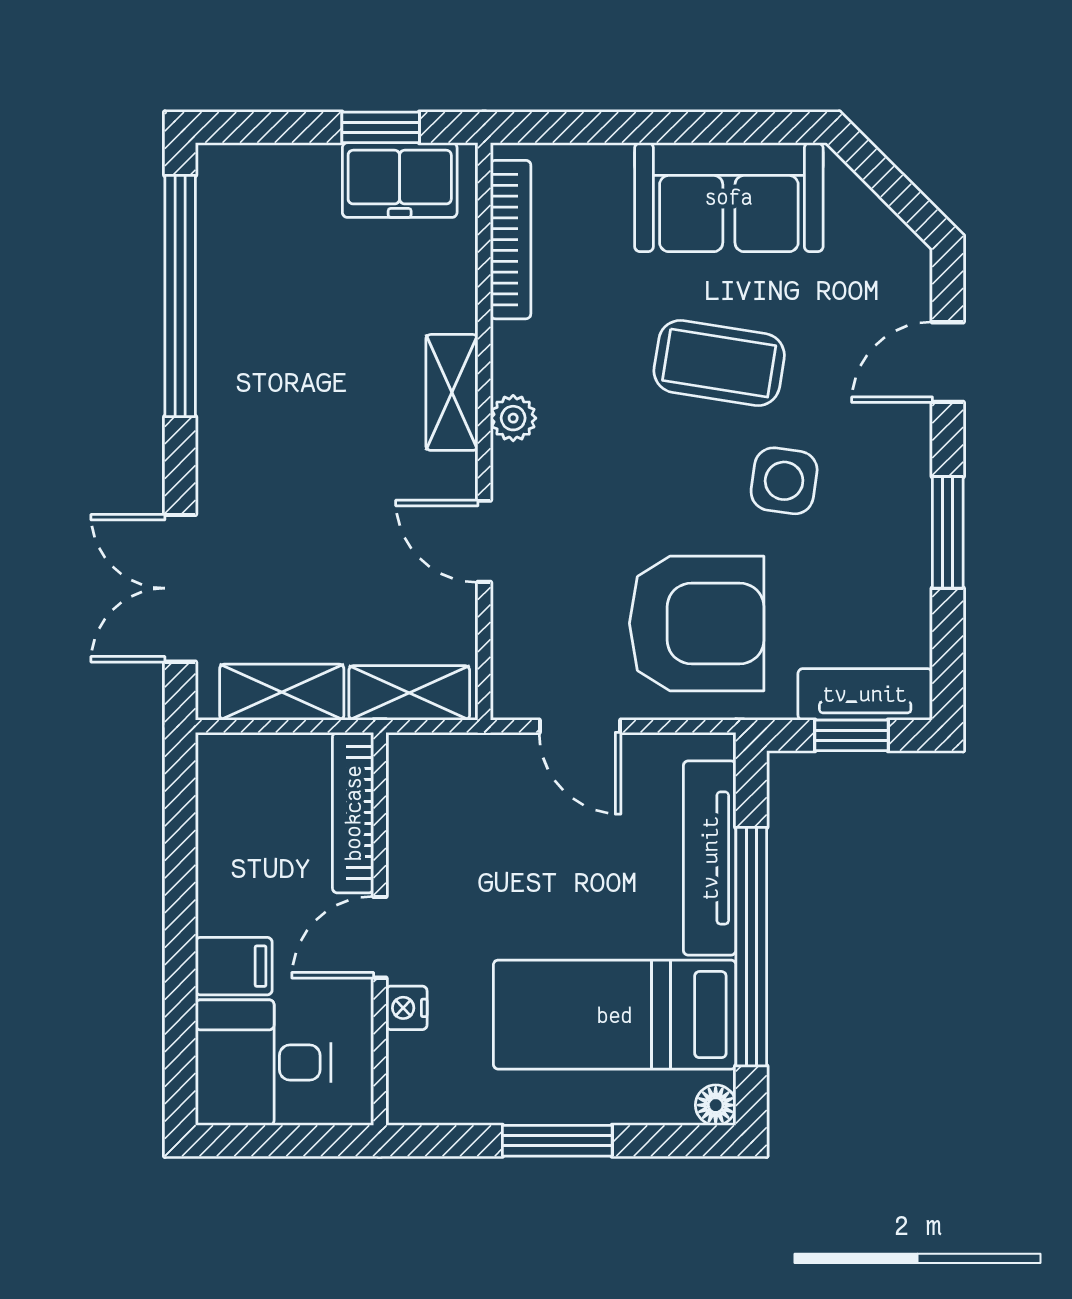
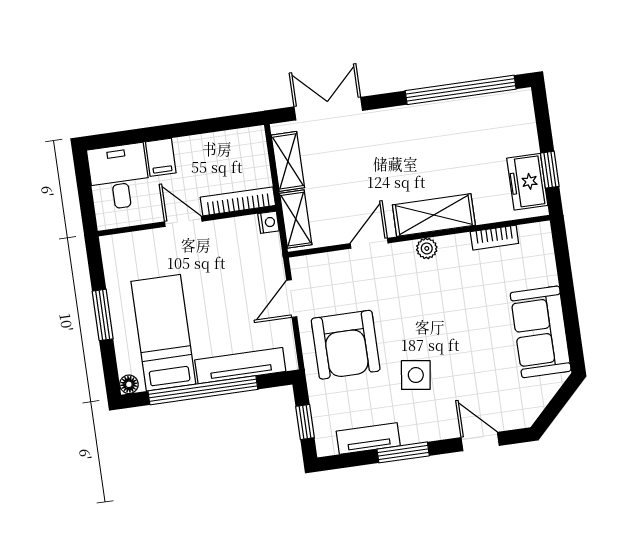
bookcase: (511, 240) -> (494, 238), width x0.64
coffee table: (719, 363) -> (465, 338), removed
shelving: (452, 392) -> (434, 215), width x1.50, depth x1.33
tv unit: (865, 694) -> (368, 438), moved, turned -90
nightstand: (406, 1008) -> (268, 222), moved, turned 90

